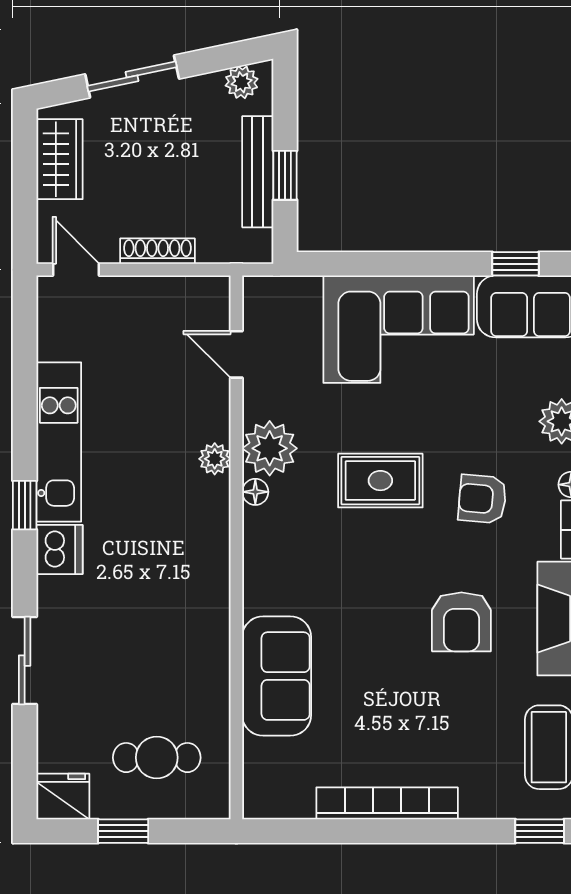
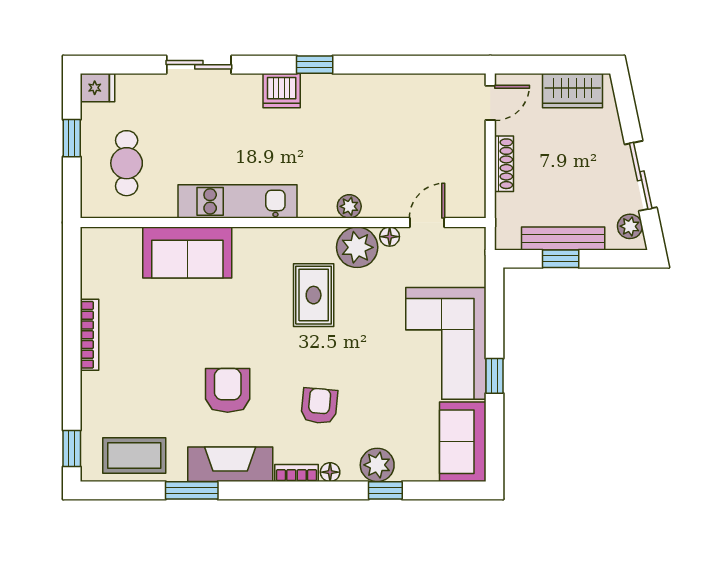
sliding door: (132, 76) -> (641, 176), moved
window: (515, 264) -> (495, 376), moved
kitchen unit: (59, 442) -> (237, 201), moved, turned 180
rug: (380, 481) -> (314, 295), moved
floor lamp: (255, 492) -> (390, 237), moved
armchair: (461, 622) -> (228, 390), turned 90
fridge: (63, 797) -> (97, 88), width x0.72
bookcase: (387, 803) -> (90, 335), width x0.68, depth x0.76

